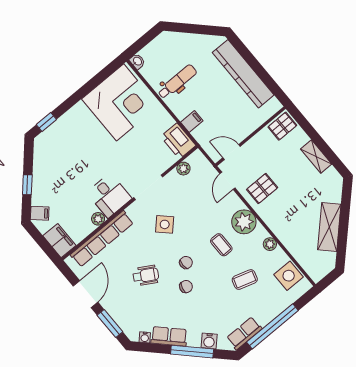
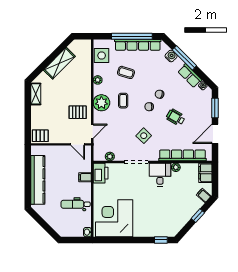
shelving: (316, 157) -> (36, 94), moved
row of seats: (244, 333) -> (138, 45), width x2.02

